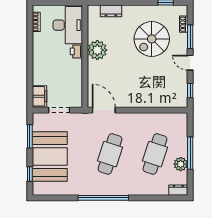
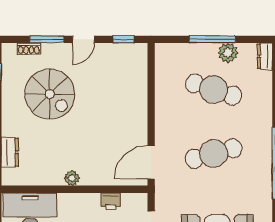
plant: (97, 50) -> (72, 178), width x0.53, depth x0.53
printer: (76, 51) -> (111, 201), moved
cafe table: (110, 154) -> (214, 154), turned -33

